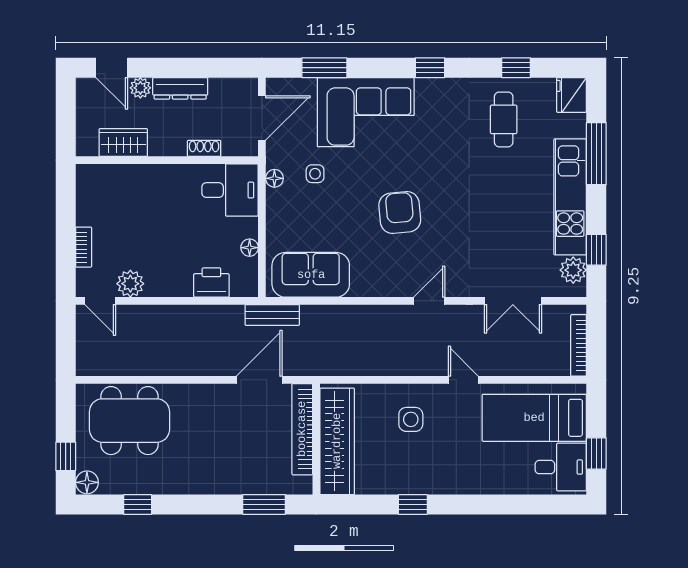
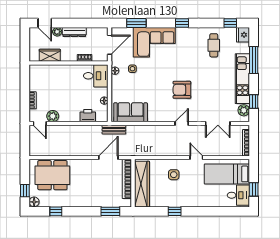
window: (516, 68) -> (230, 23), moved
armchair: (400, 213) -> (182, 90), moved, turned -85

